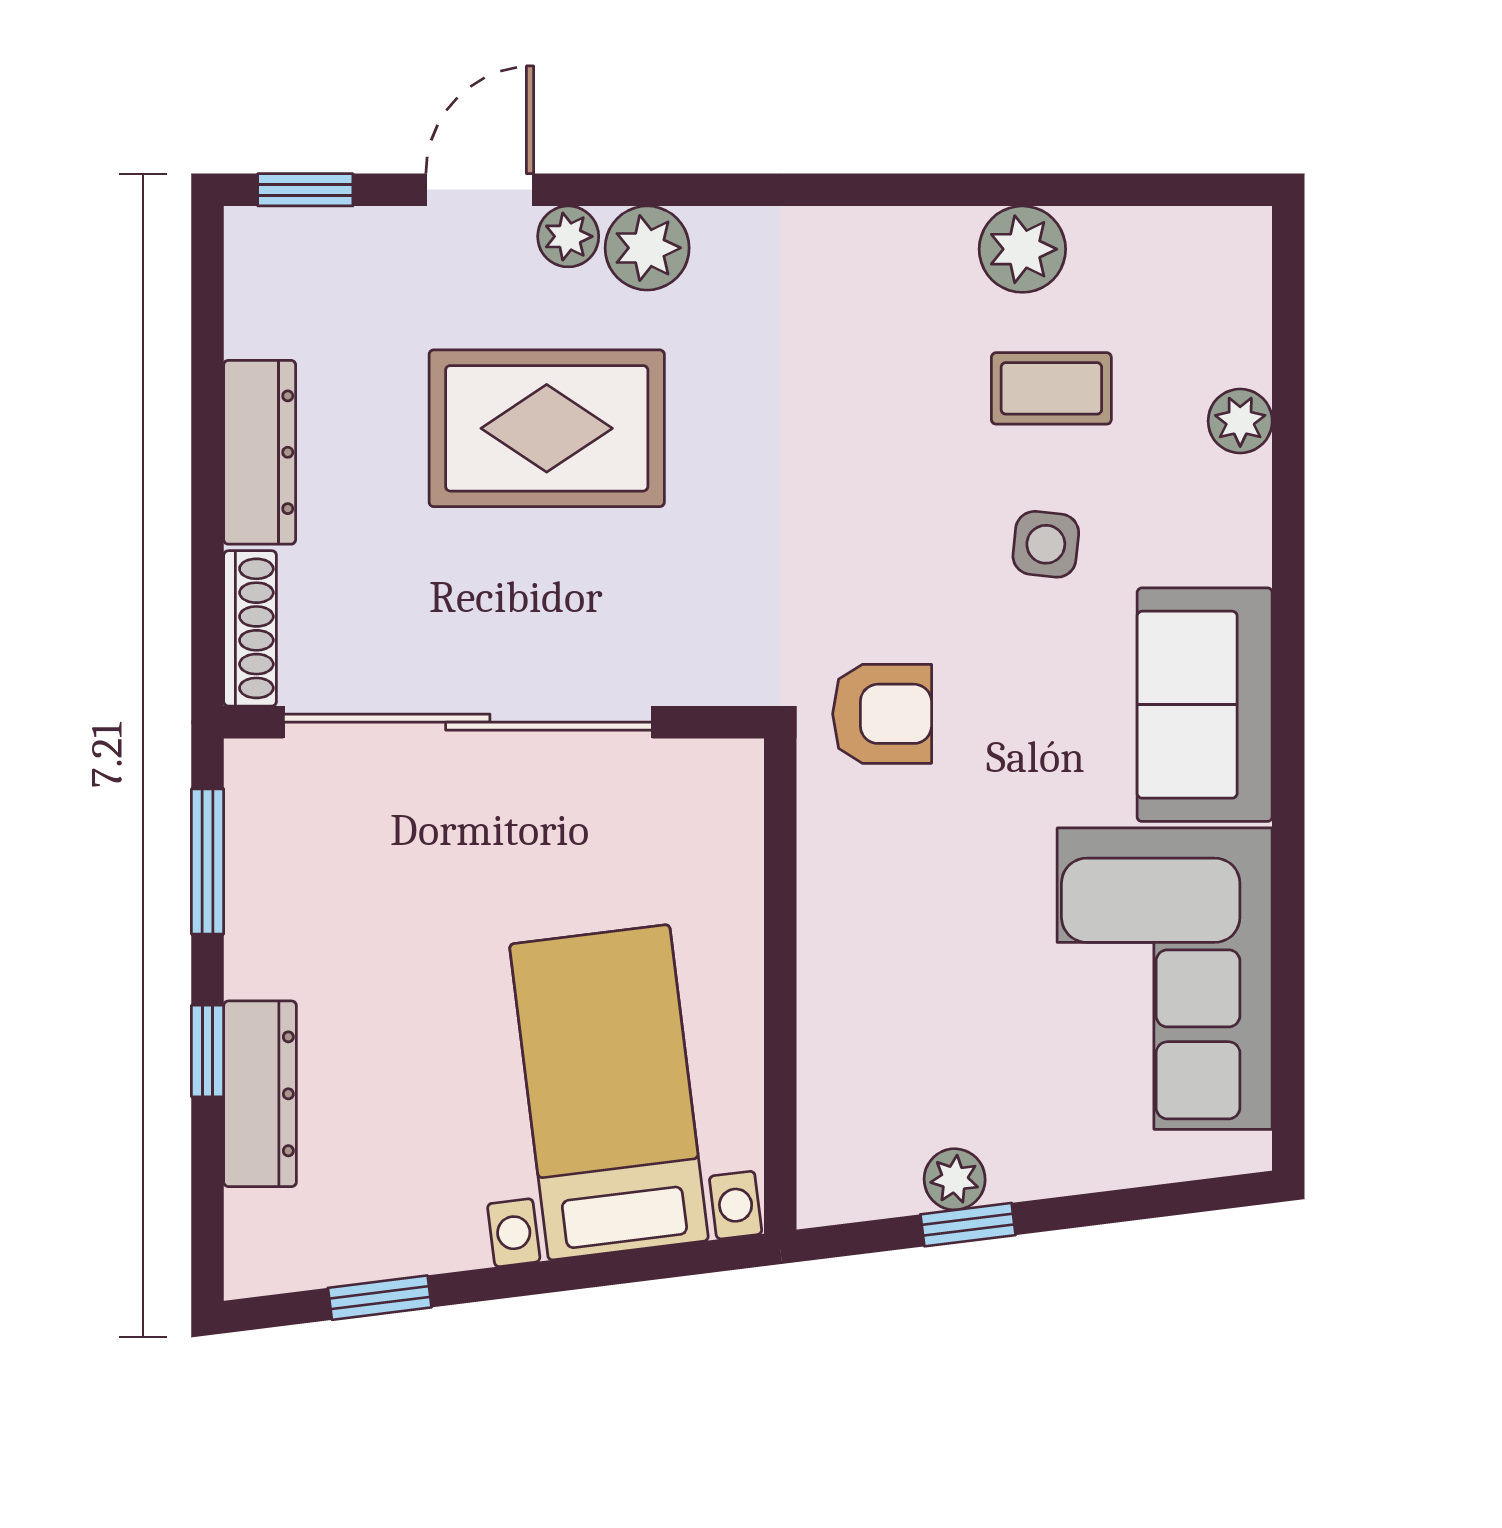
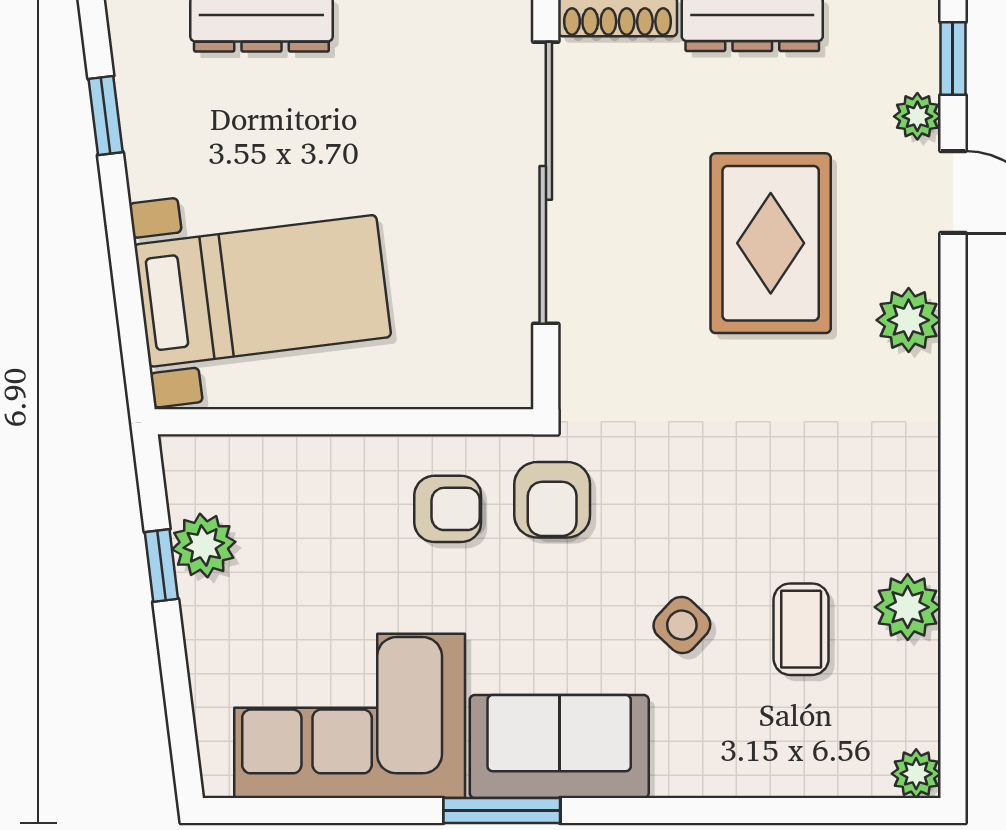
plant: (568, 236) -> (917, 116), moved
plant: (1240, 421) -> (916, 774), moved
side table: (1046, 544) -> (682, 625), turned 37
window: (1288, 780) -> (502, 811), added
armchair: (894, 850) -> (448, 509), added
plant: (955, 1179) -> (204, 545), width x1.38, depth x1.38

